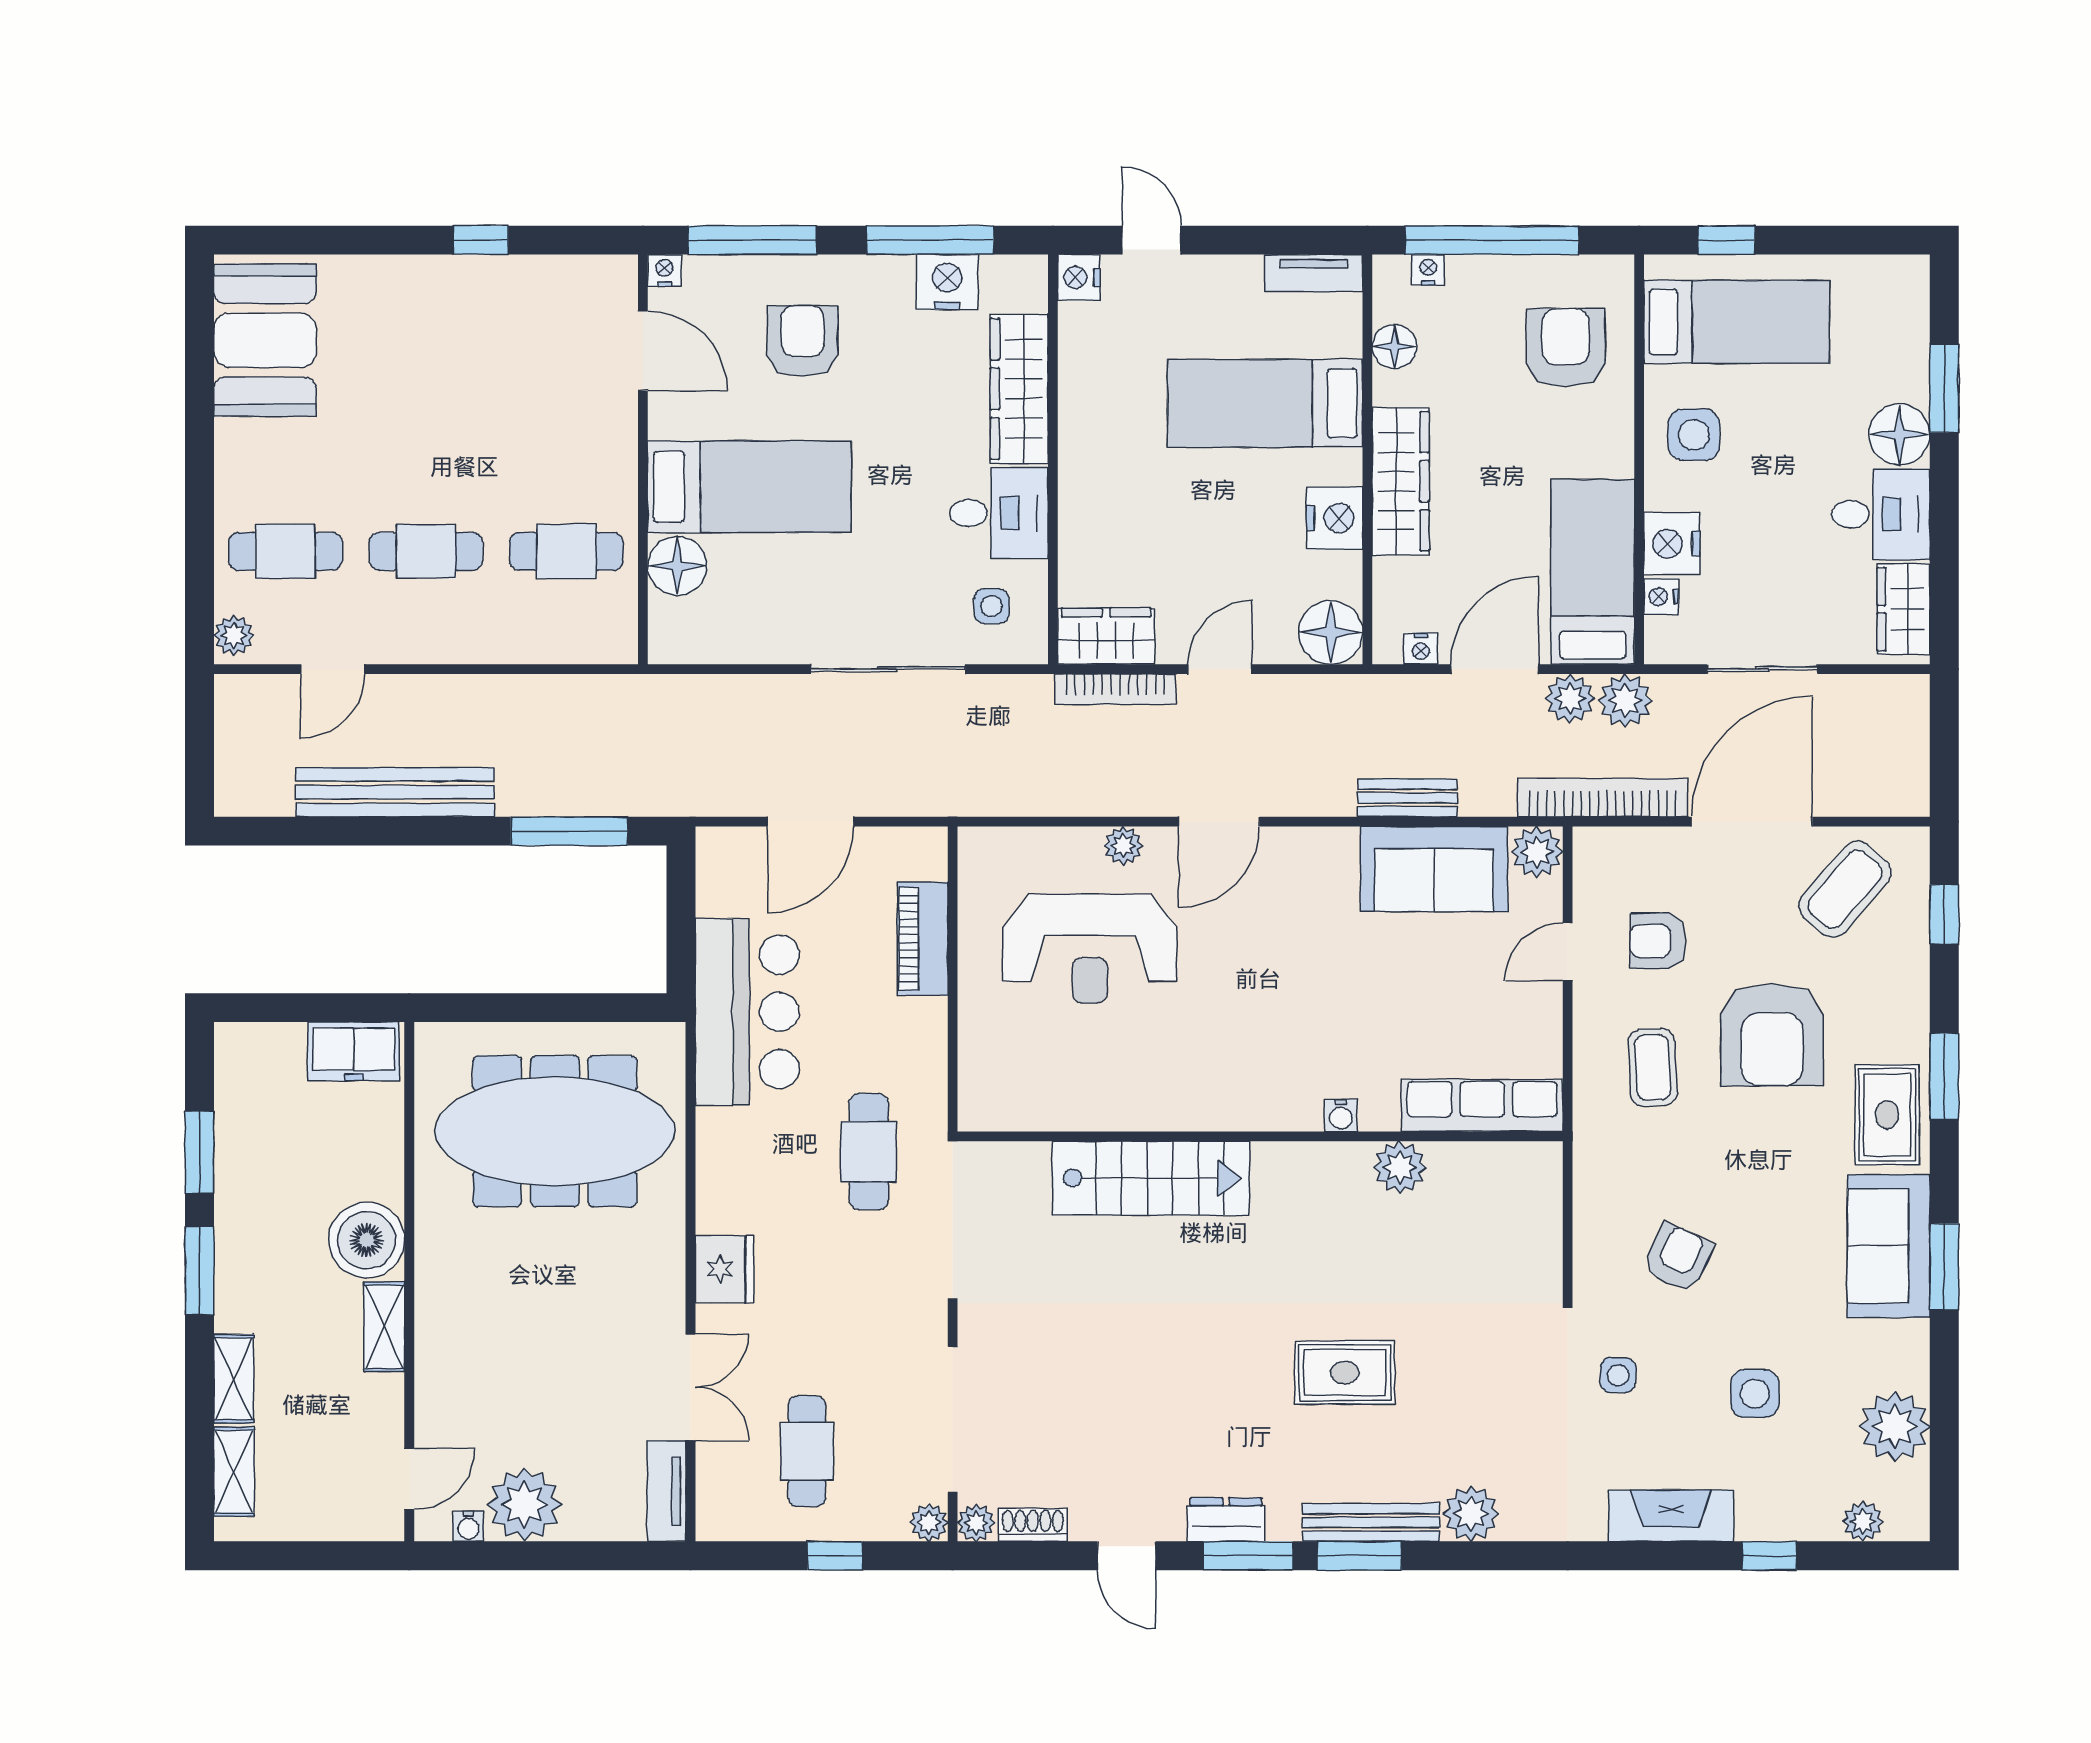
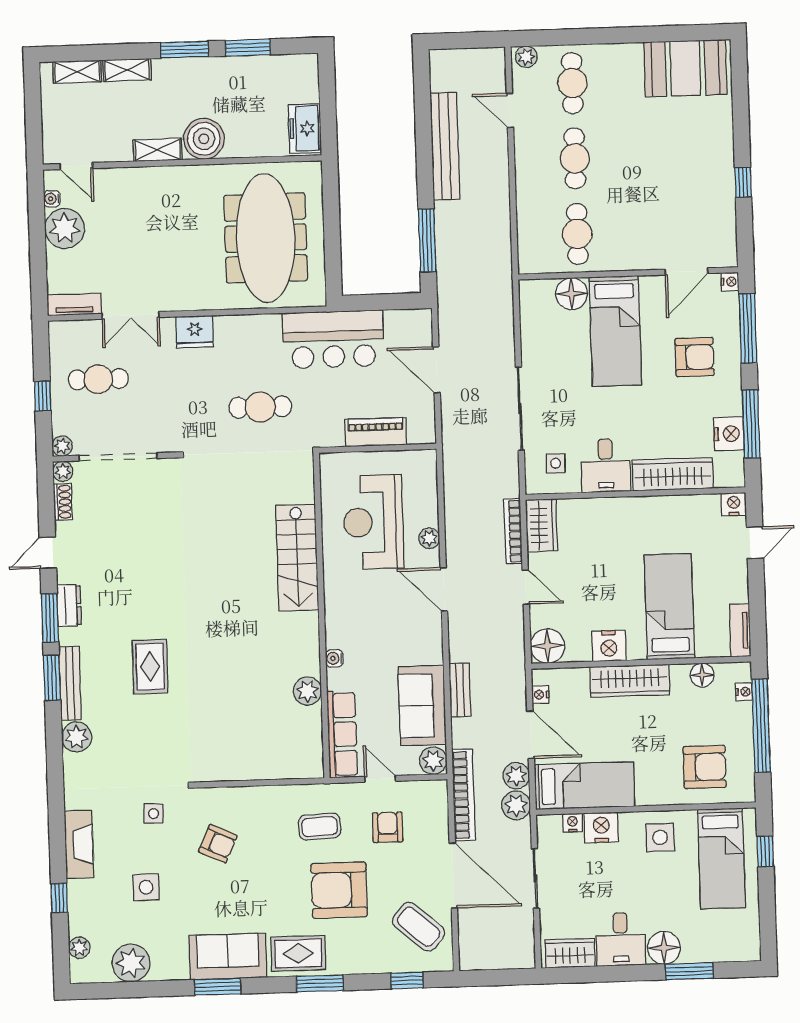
row of seats: (1482, 1105) -> (342, 734), moved
water cooler: (1341, 1115) -> (334, 658), moved
wall: (1260, 1136) -> (322, 615), moved
plant: (1400, 1167) -> (307, 691), moved
stairs: (1151, 1178) -> (297, 558), moved

